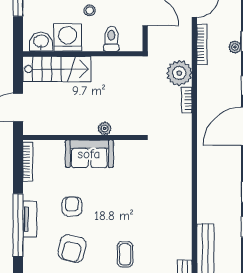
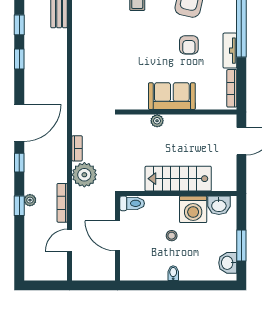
toilet: (111, 39) -> (132, 203), moved, turned -90
stairs: (57, 69) -> (178, 179), moved
tv unit: (30, 219) -> (230, 51), moved

